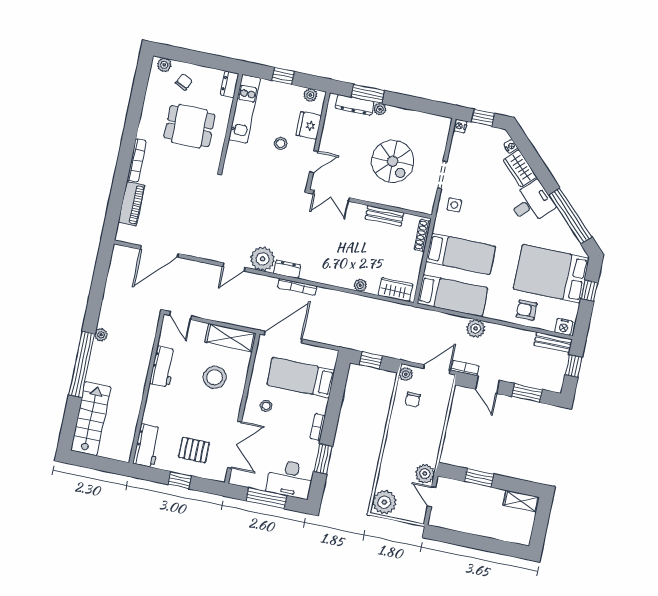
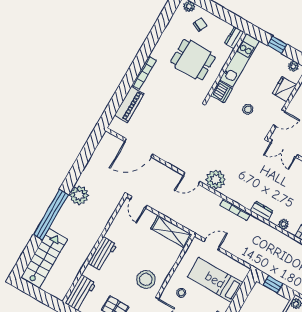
stool: (281, 143) -> (248, 109), moved
dishwasher: (236, 153) -> (222, 92), added
dresser: (287, 269) -> (262, 211), moved
plant: (101, 335) -> (79, 195), width x1.88, depth x1.88
door: (283, 337) -> (212, 244), width x0.53
workbench: (163, 367) -> (102, 254), moved
stool: (215, 377) -> (146, 279), moved

